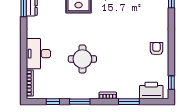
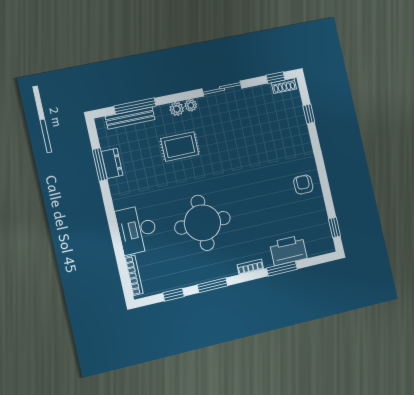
round table: (82, 59) -> (203, 223), width x1.36, depth x1.36
printer: (151, 90) -> (288, 250), moved

